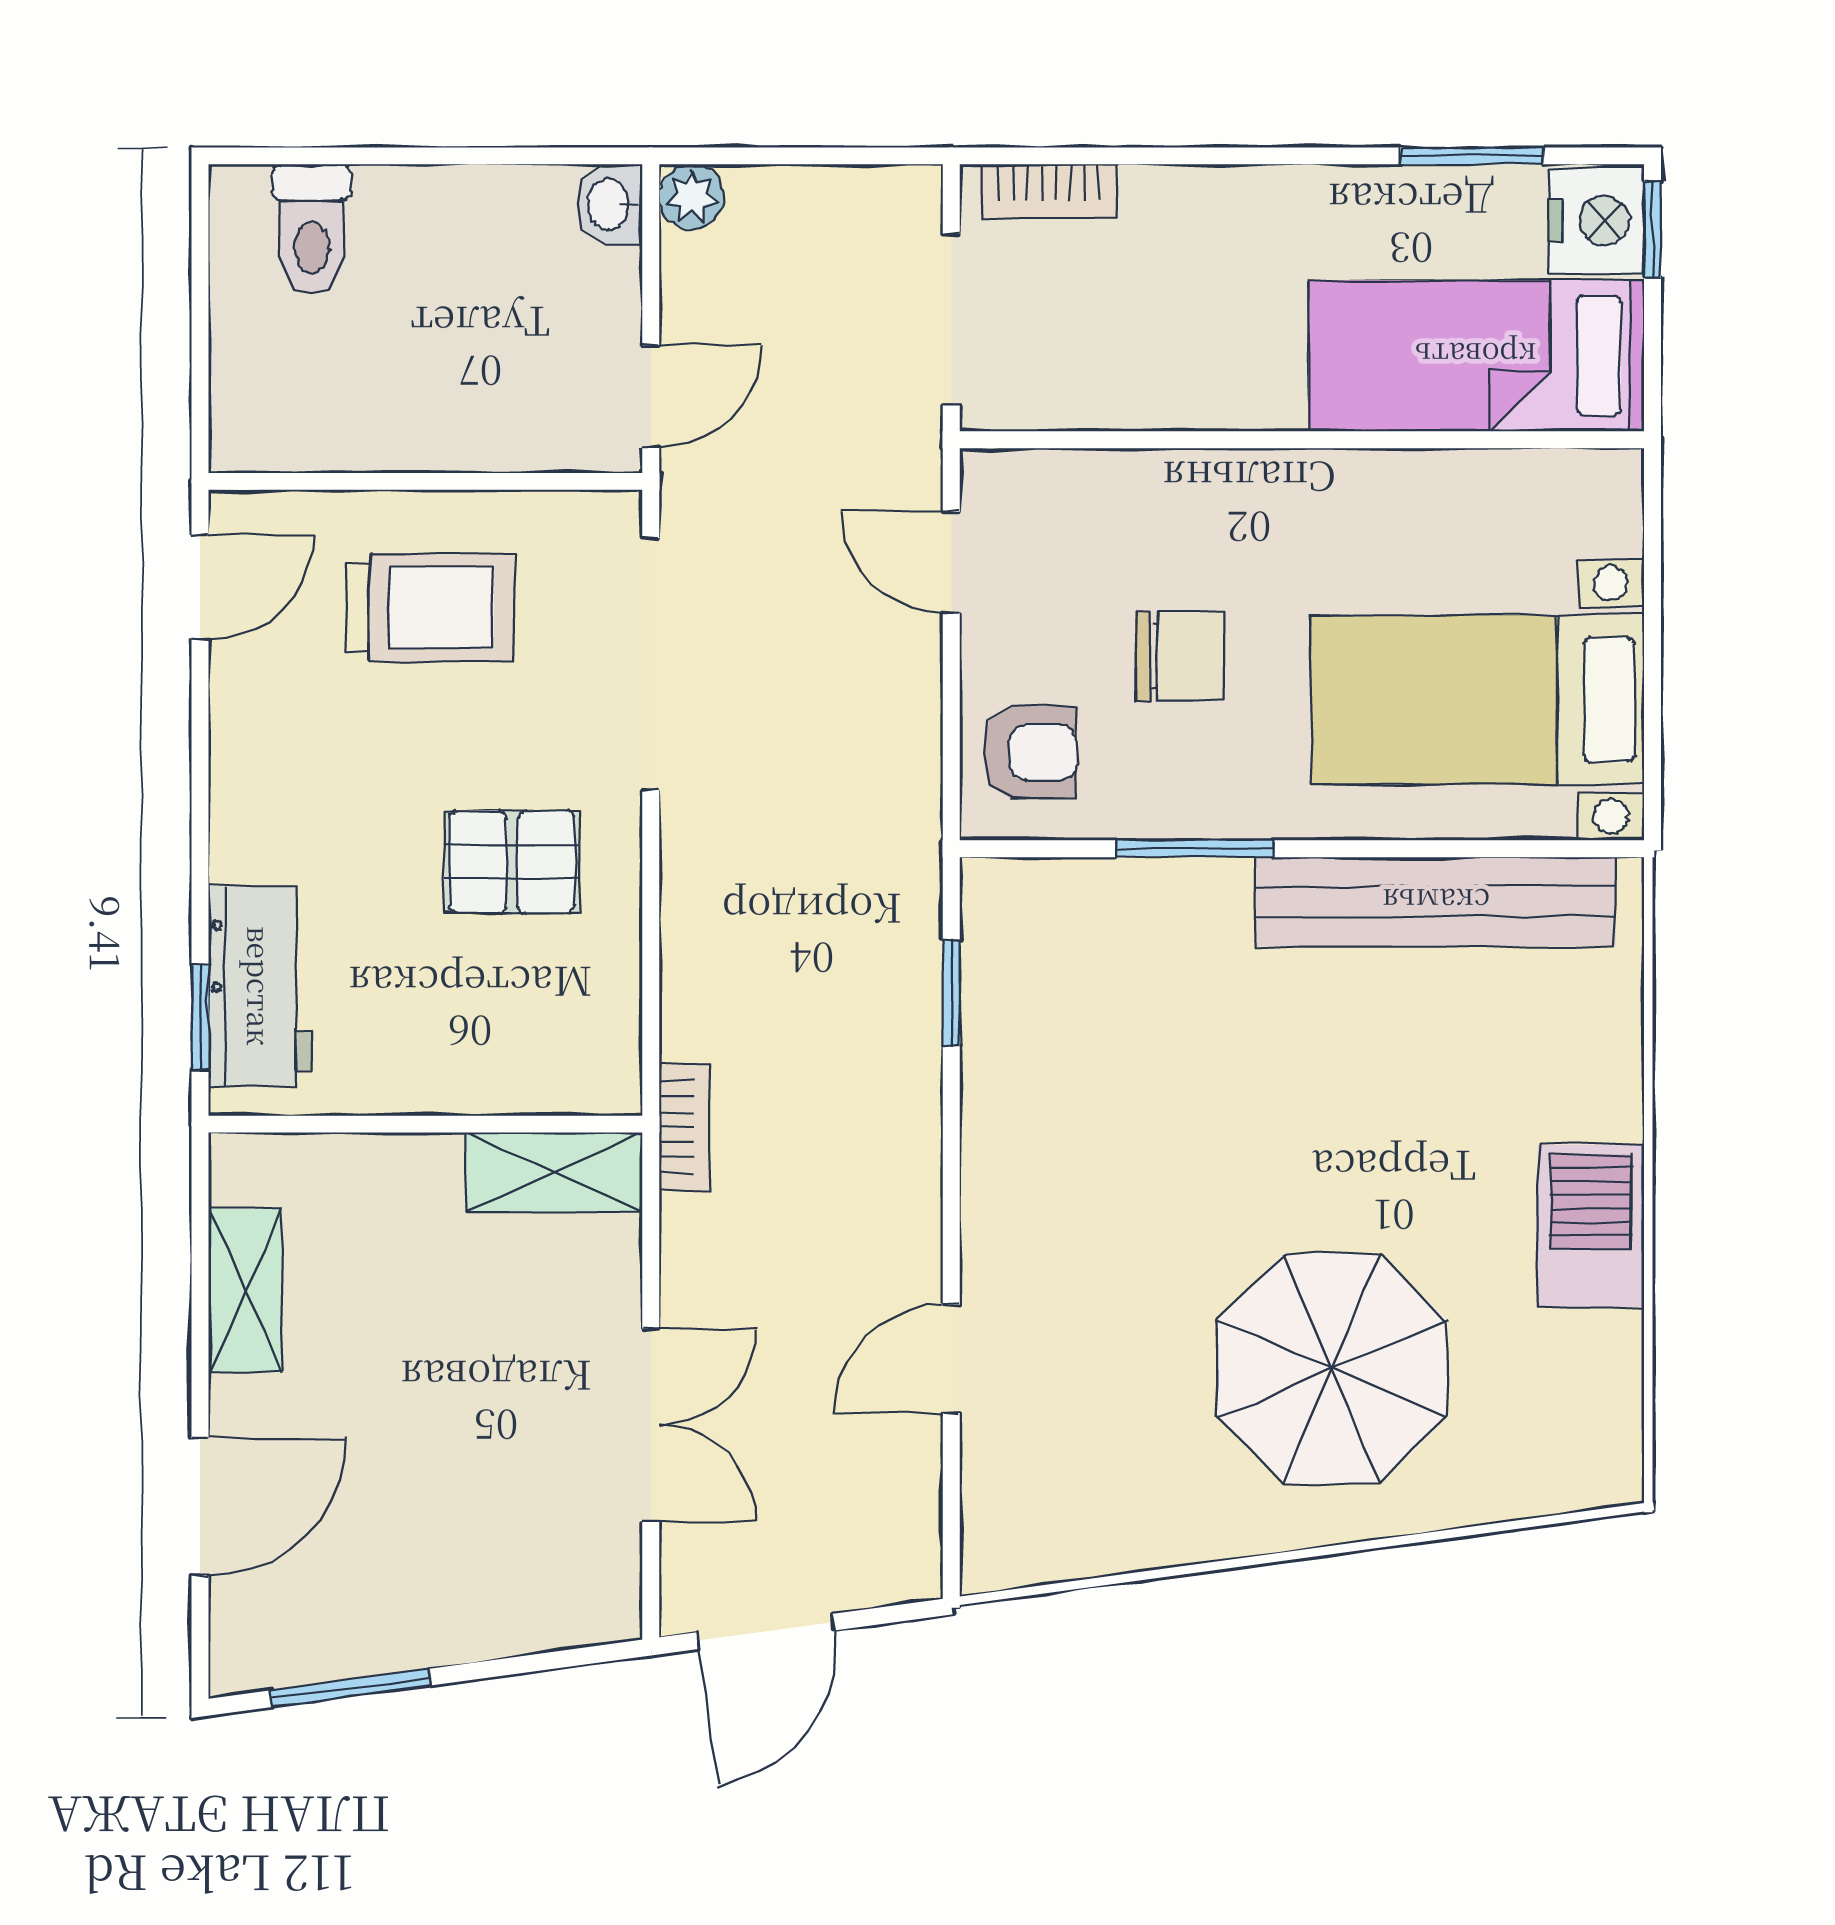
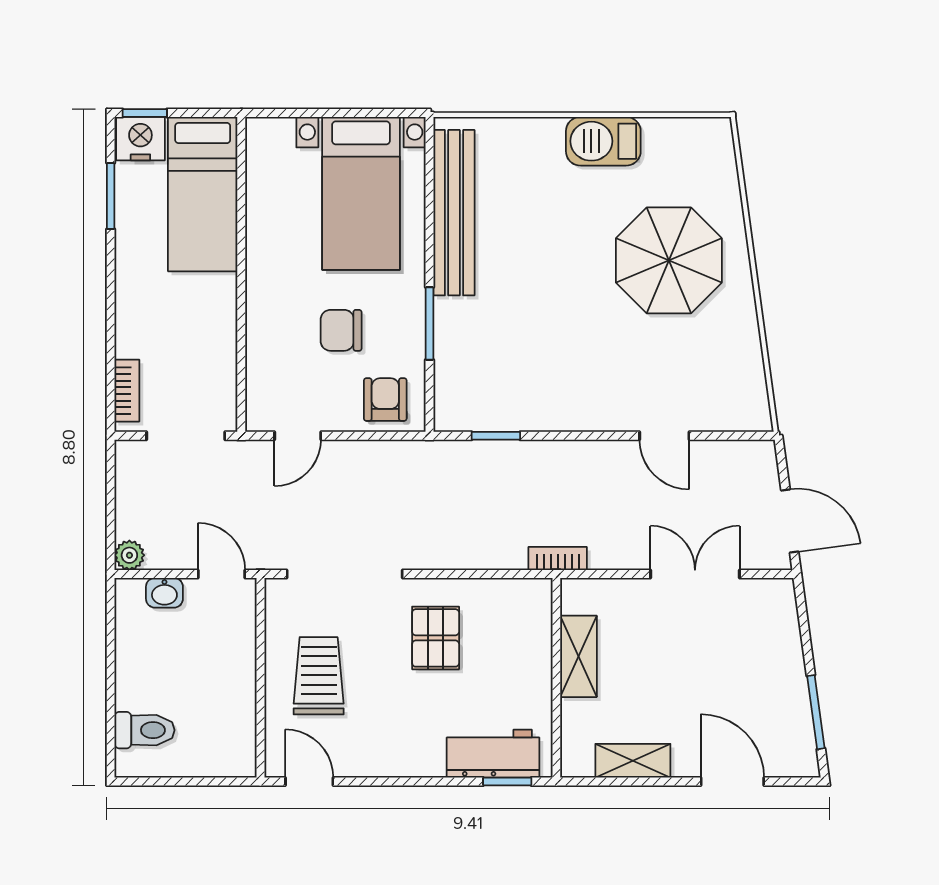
washbasin: (610, 204) -> (164, 593), moved
chair: (1180, 656) -> (341, 330), turned -90
shelving: (554, 1172) -> (579, 656), moved

